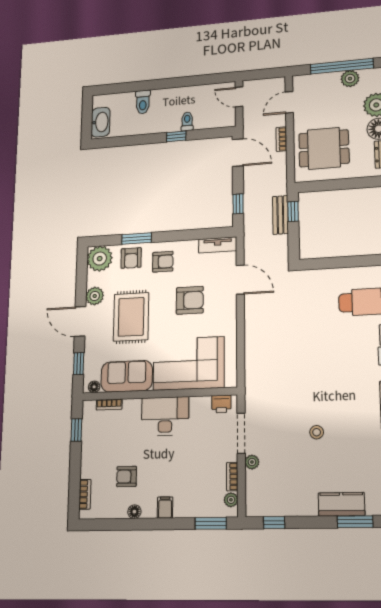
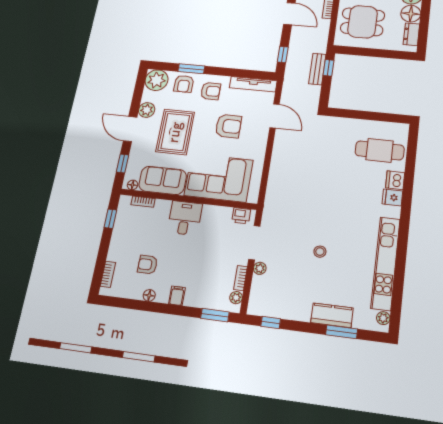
tv unit: (218, 245) -> (253, 84), width x1.41
desk: (165, 416) -> (185, 218), width x0.73

